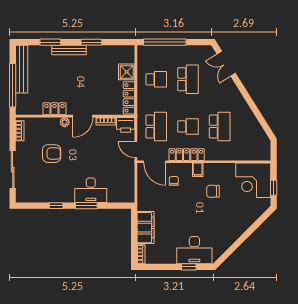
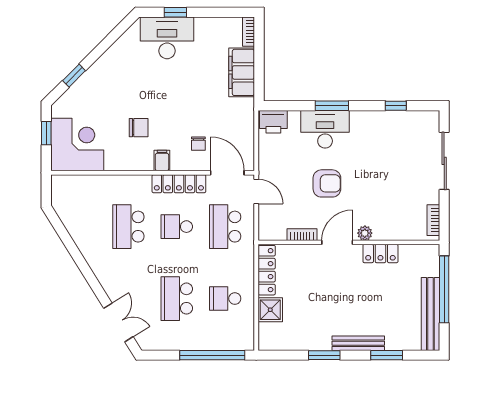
printer: (126, 125) -> (273, 122), moved, turned 180
armchair: (52, 154) -> (327, 183), moved, turned 180
window: (56, 206) -> (396, 106), moved
window: (255, 225) -> (74, 76), added

